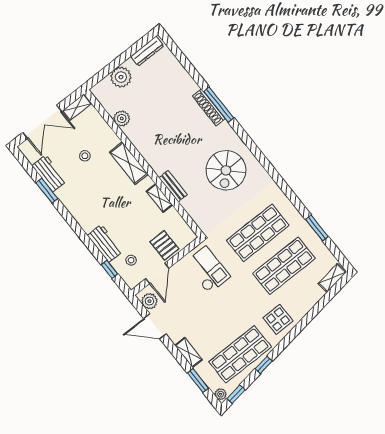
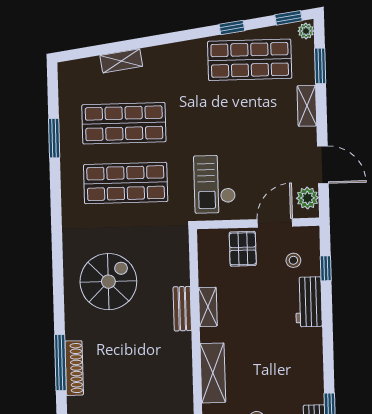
shelving: (332, 278) -> (121, 61), moved
display table: (278, 319) -> (177, 67), removed

